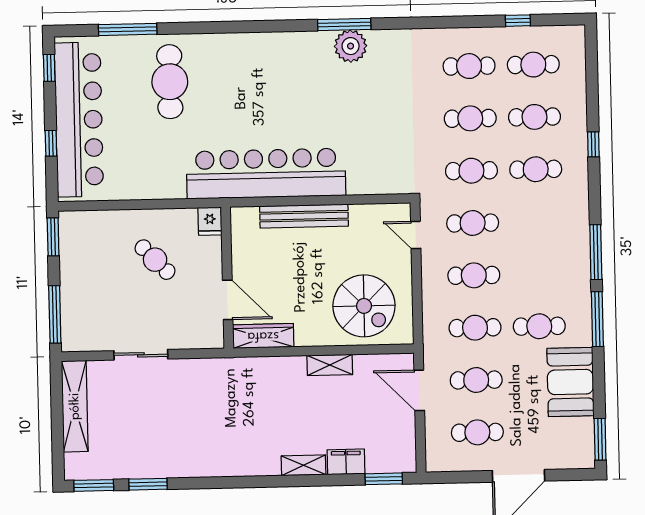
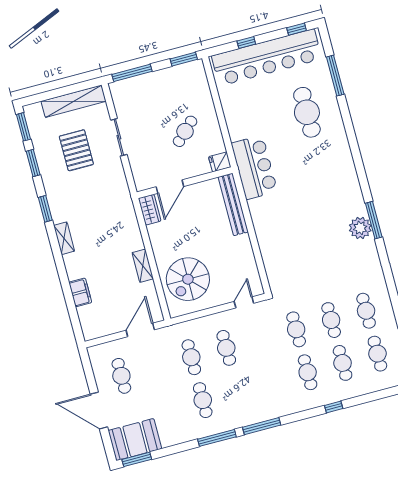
cafe table: (170, 82) -> (307, 112), turned 90
bar counter: (266, 174) -> (254, 167), width x0.54
bench: (304, 216) -> (233, 204), moved
cafe table: (473, 223) -> (261, 339), removed
wardrobe: (263, 336) -> (150, 210), width x0.67
cafe table: (476, 380) -> (156, 367), removed
booth: (570, 382) -> (135, 440), moved
pallet: (145, 419) -> (76, 150), added
shelving: (304, 465) -> (64, 238), moved
window: (384, 479) -> (45, 209), moved

